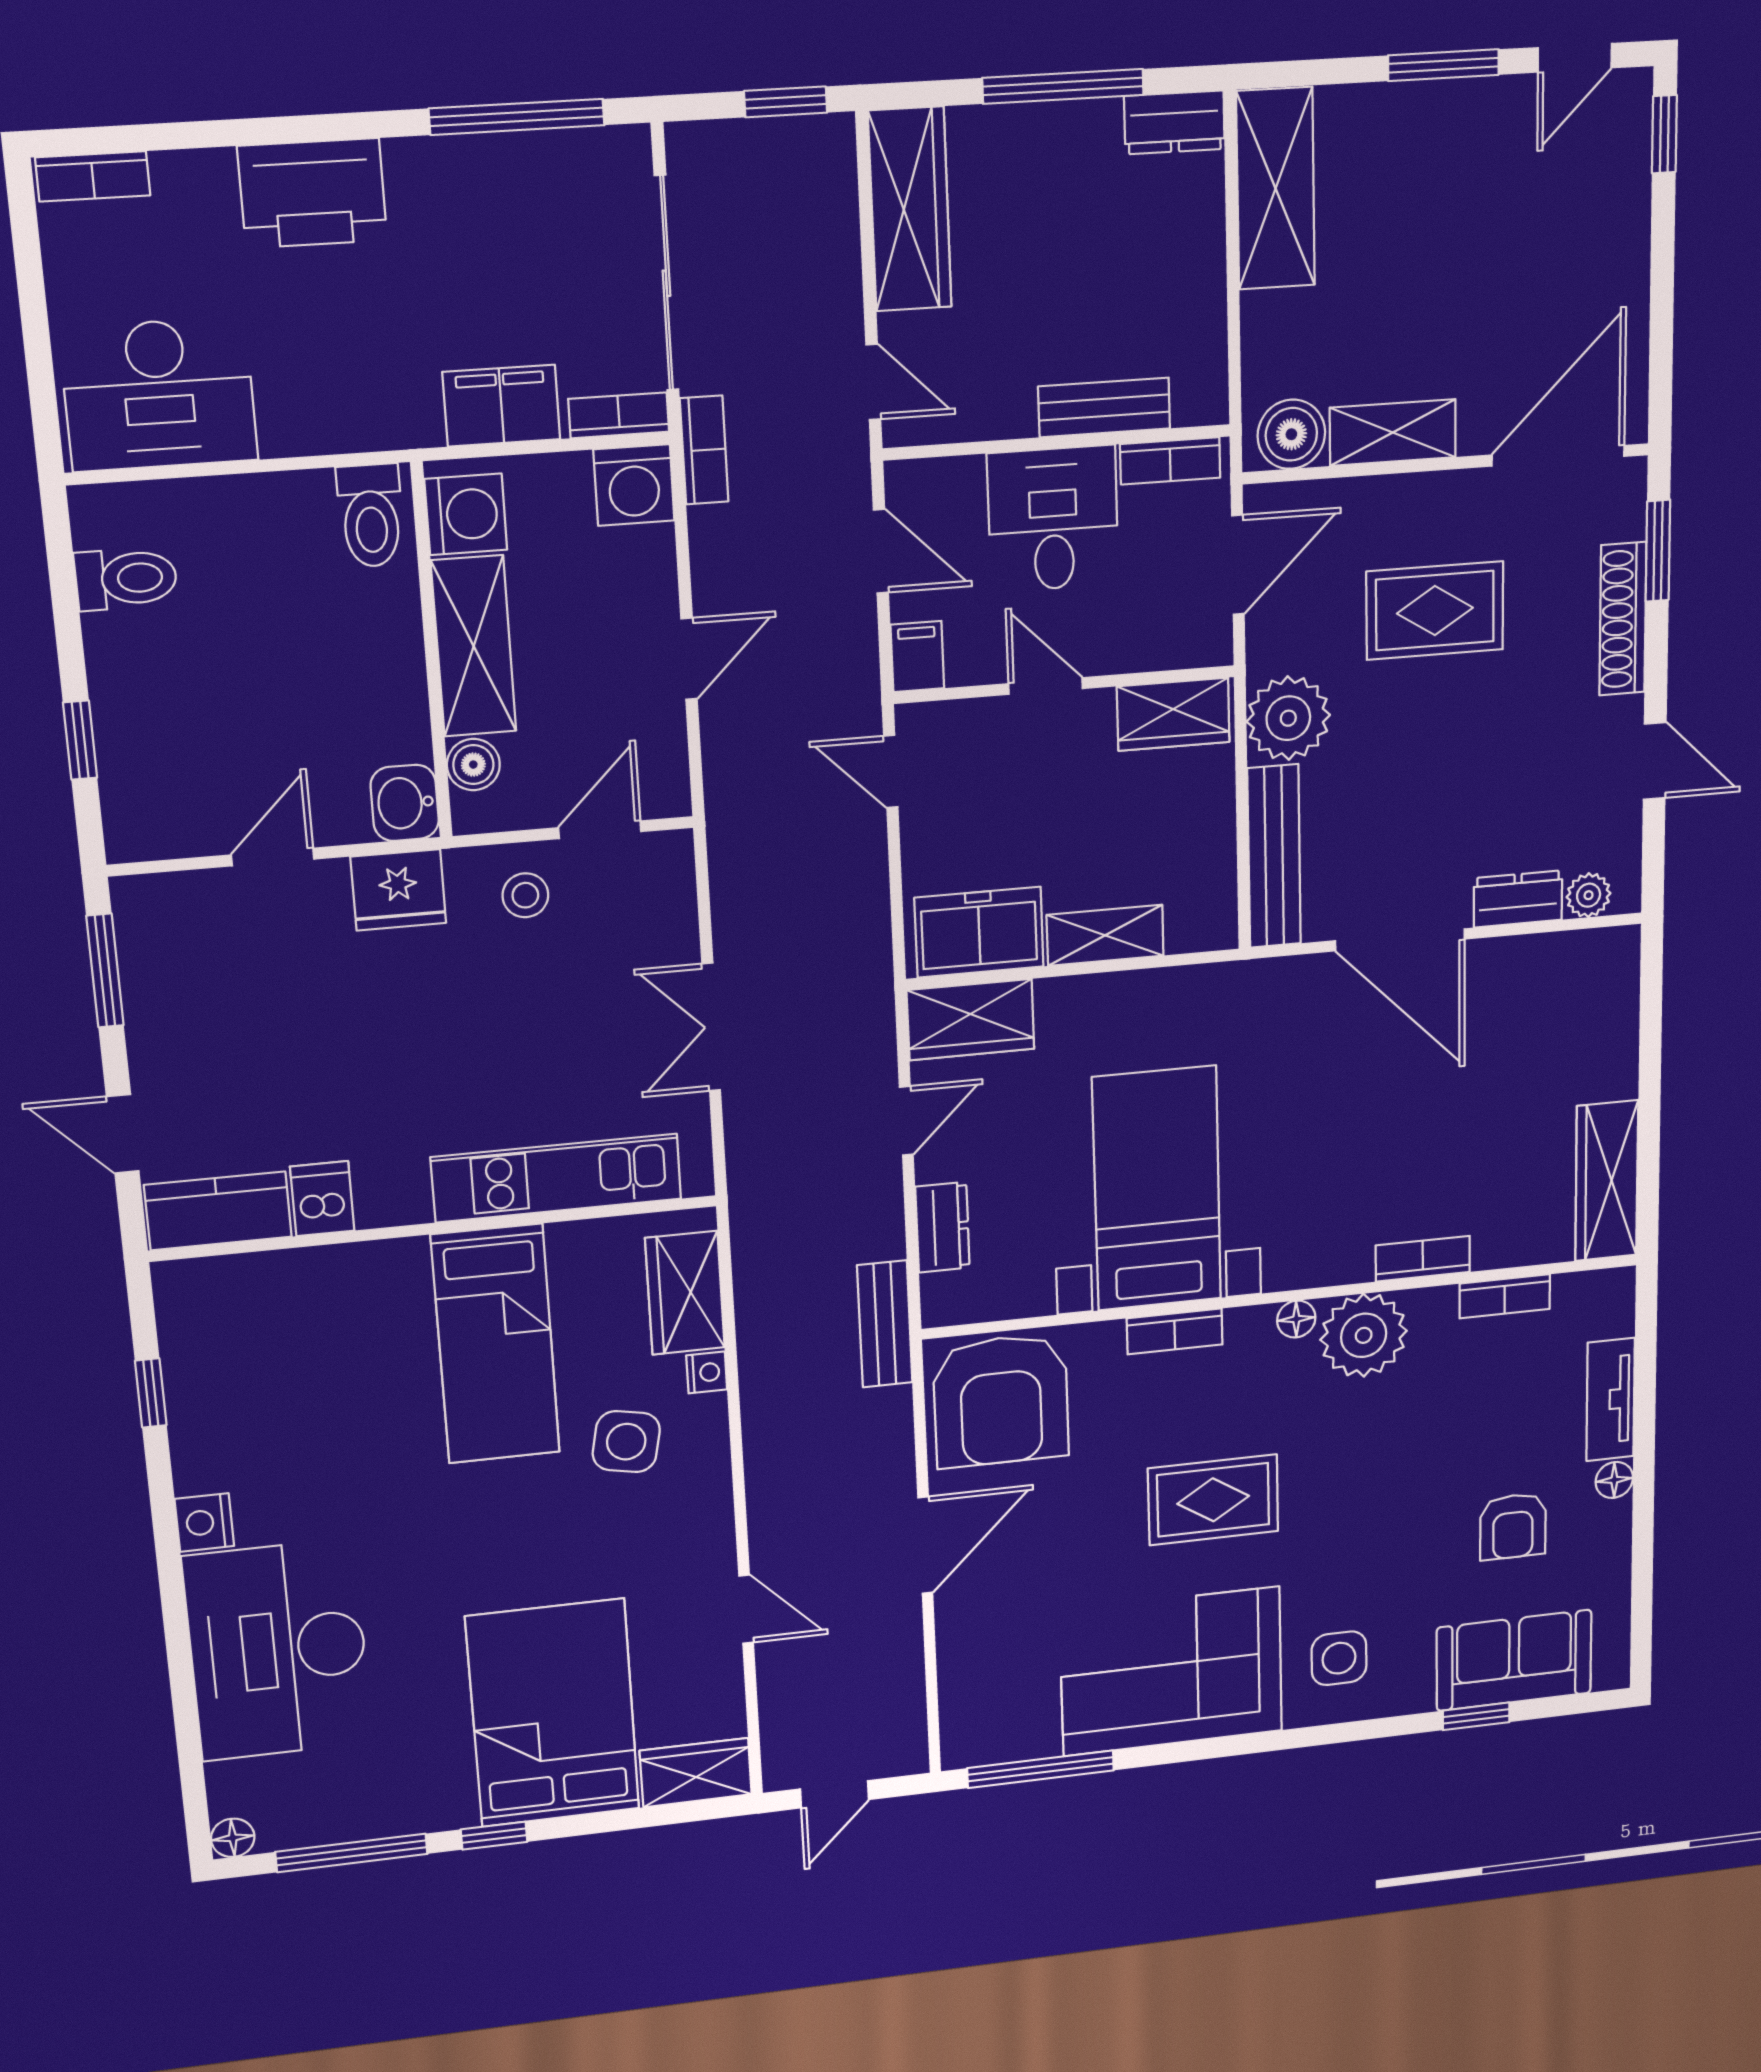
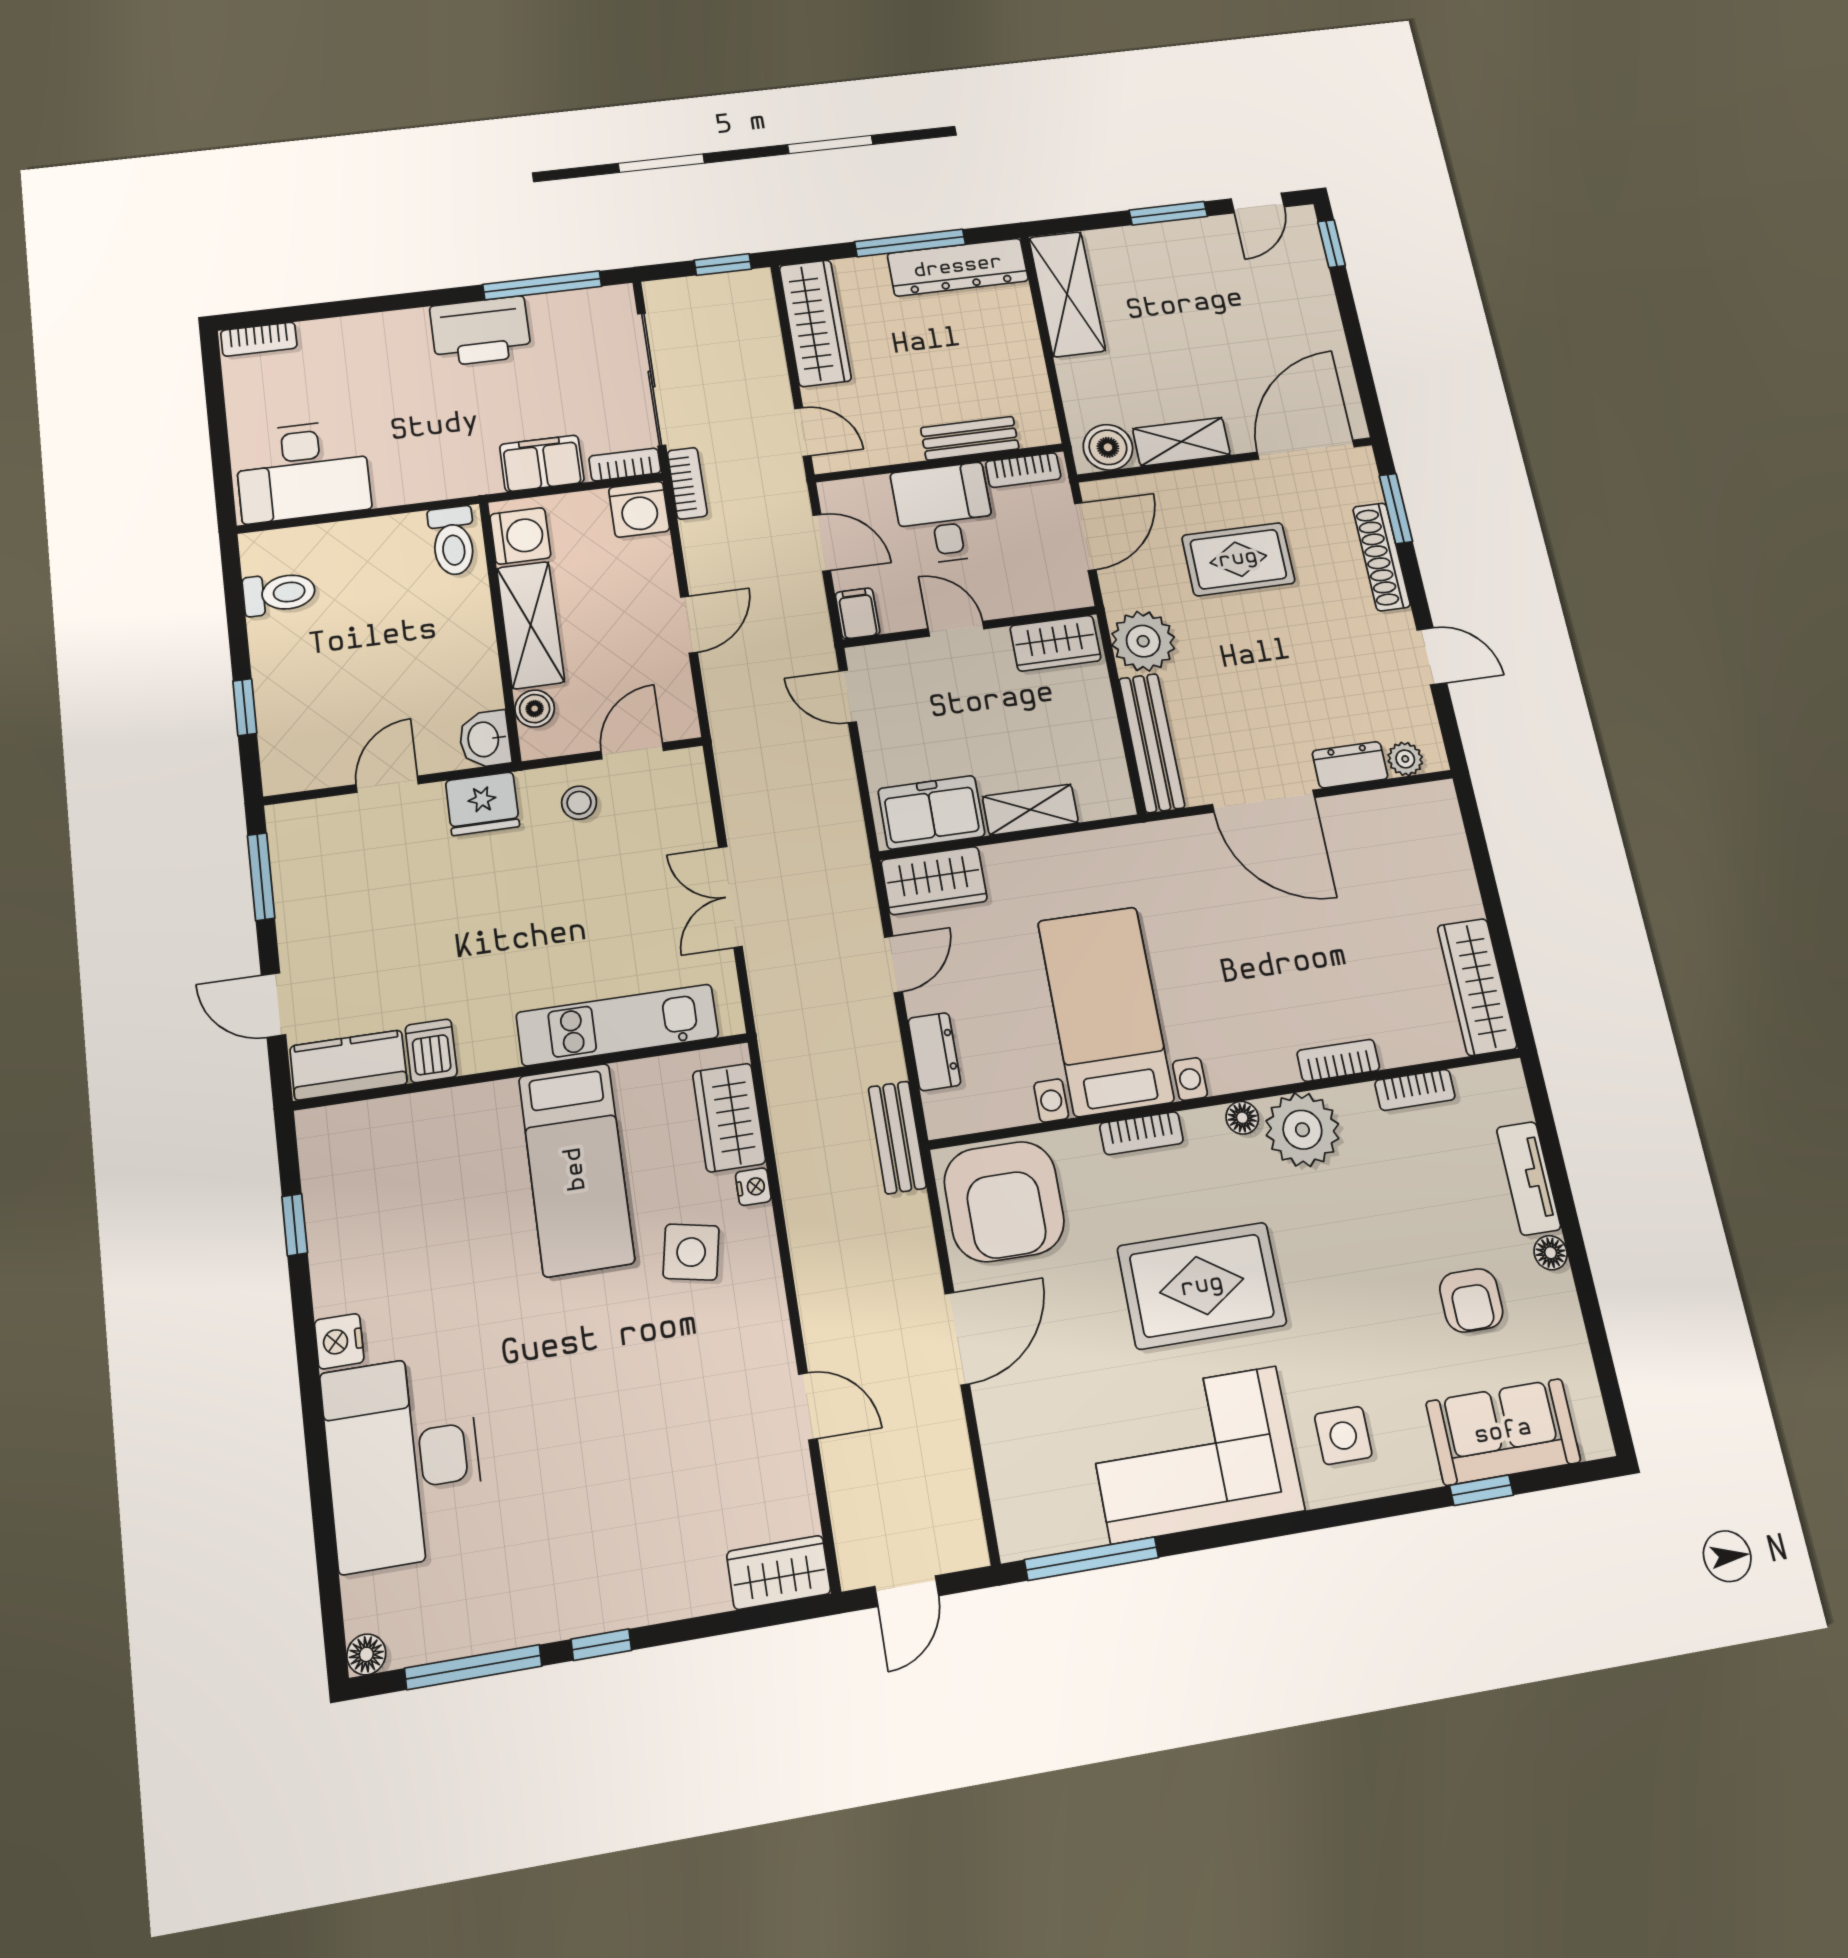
dresser: (1174, 122) -> (958, 267), width x1.96, depth x1.24
printer: (312, 193) -> (481, 331), moved
rug: (1213, 1500) -> (1202, 1286), width x1.36, depth x1.43
bed: (553, 1713) -> (646, 1516), removed

